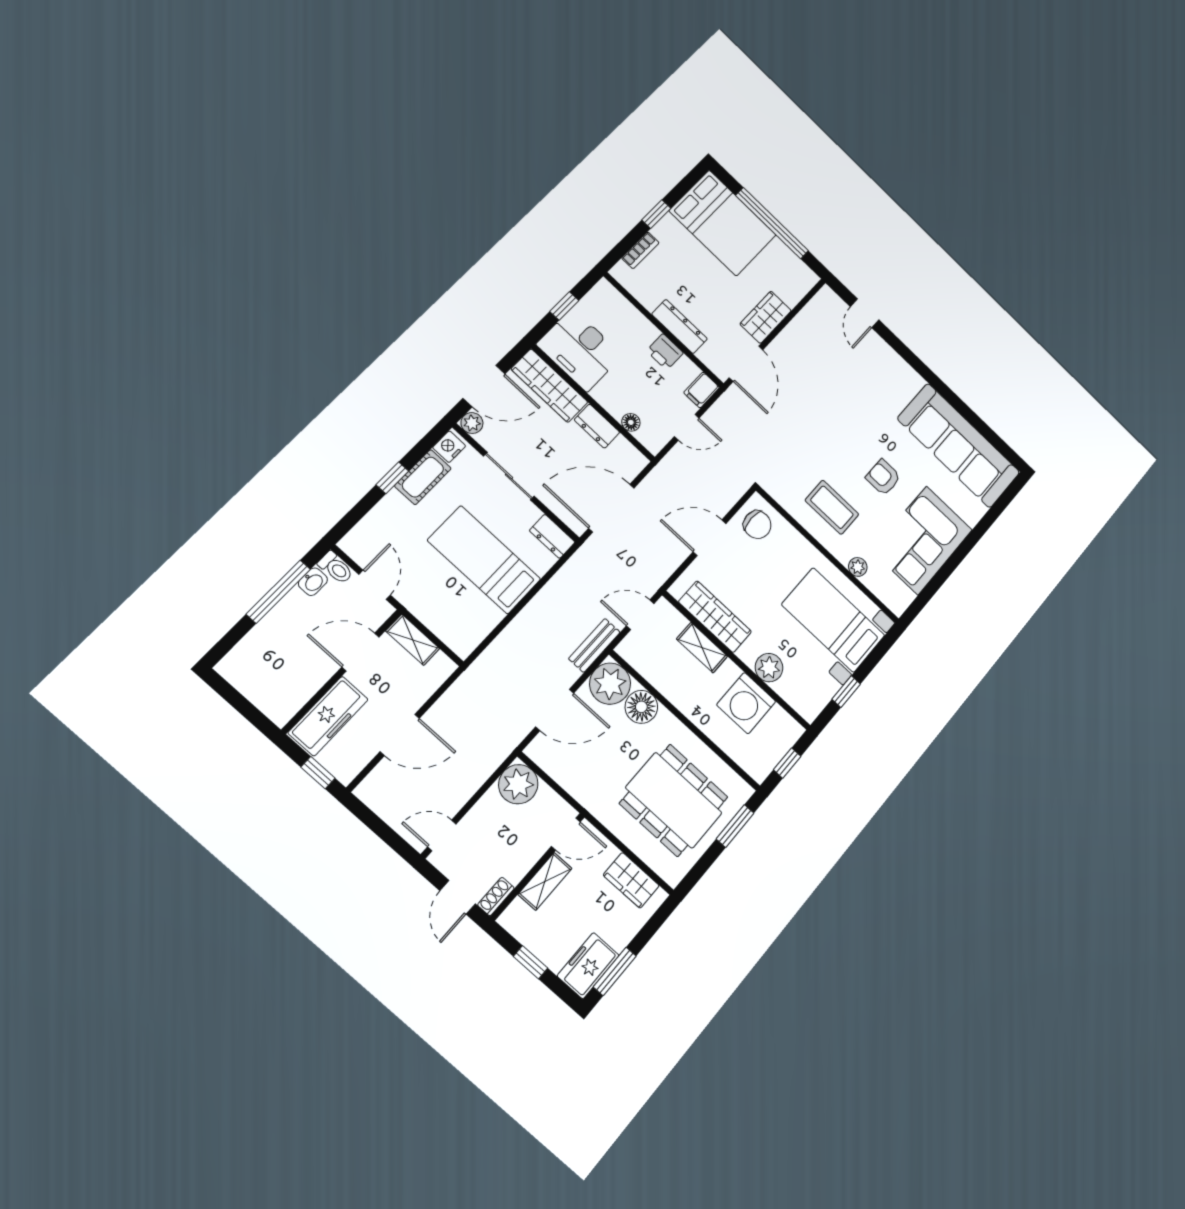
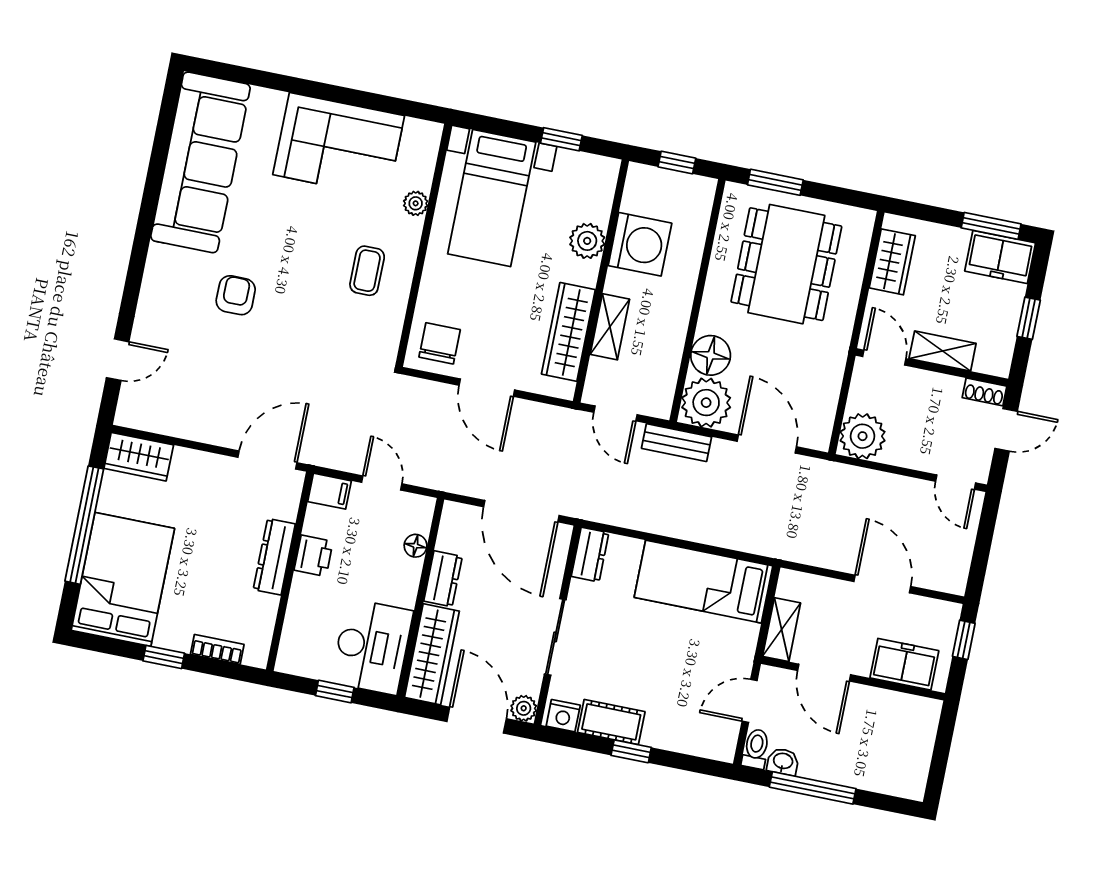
wardrobe: (766, 317) -> (139, 457), moved
armchair: (883, 477) -> (236, 295), moved, turned 180
coffee table: (832, 507) -> (367, 271), width x0.73, depth x0.77
bed: (484, 560) -> (704, 582), moved, turned 90
freezer: (328, 716) -> (904, 664), width x0.71

